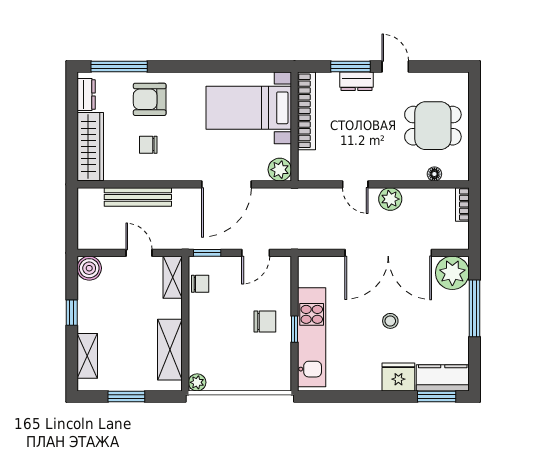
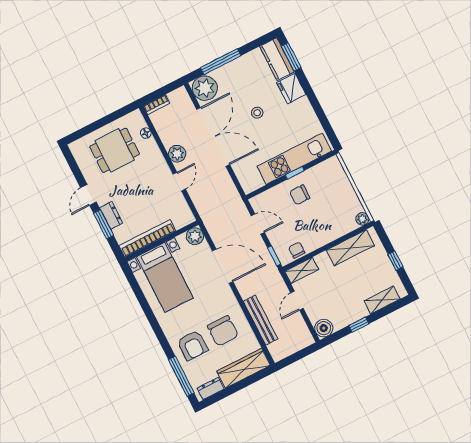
dining table: (433, 126) -> (115, 150), turned 90
chair: (148, 145) -> (223, 331), width x1.87, depth x1.87
chair: (265, 322) -> (300, 195), turned -90
window: (126, 396) -> (395, 261), width x0.67

